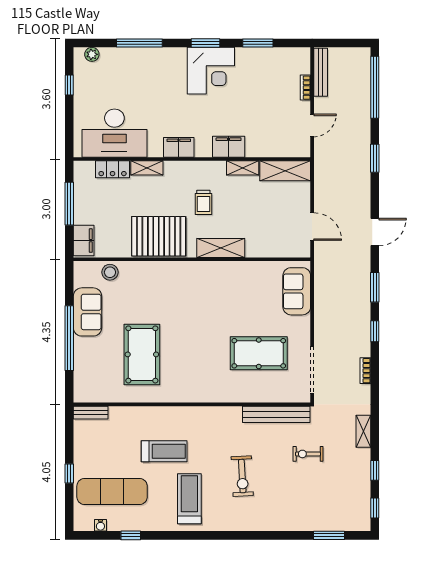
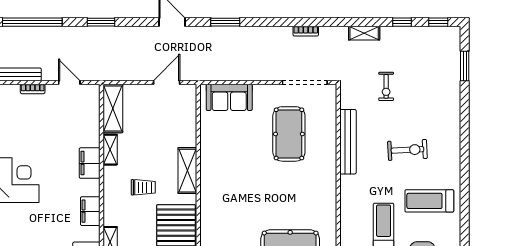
window: (375, 331) -> (268, 22), removed
bench: (276, 414) -> (348, 142), moved

